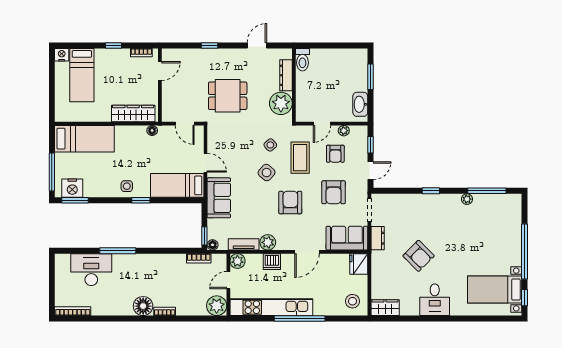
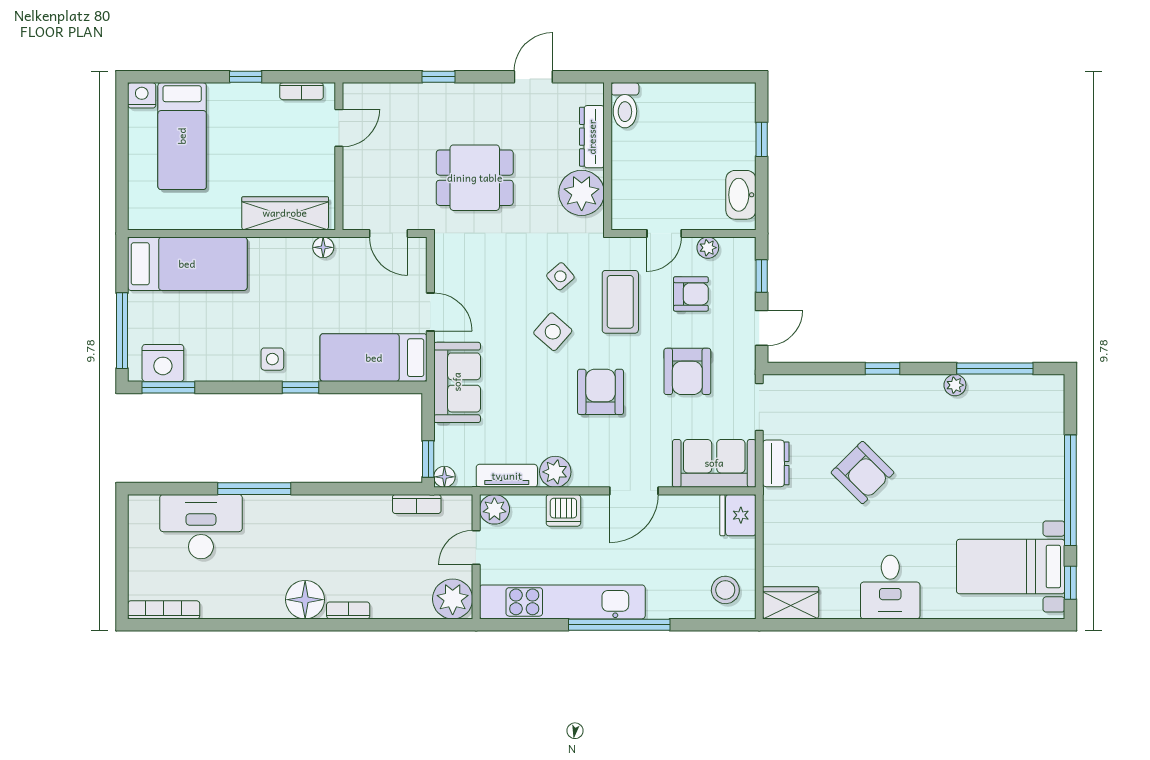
window: (371, 77) -> (762, 139), width x0.67
armchair: (335, 154) -> (691, 294), turned -90
armchair: (419, 256) -> (863, 473), moved

